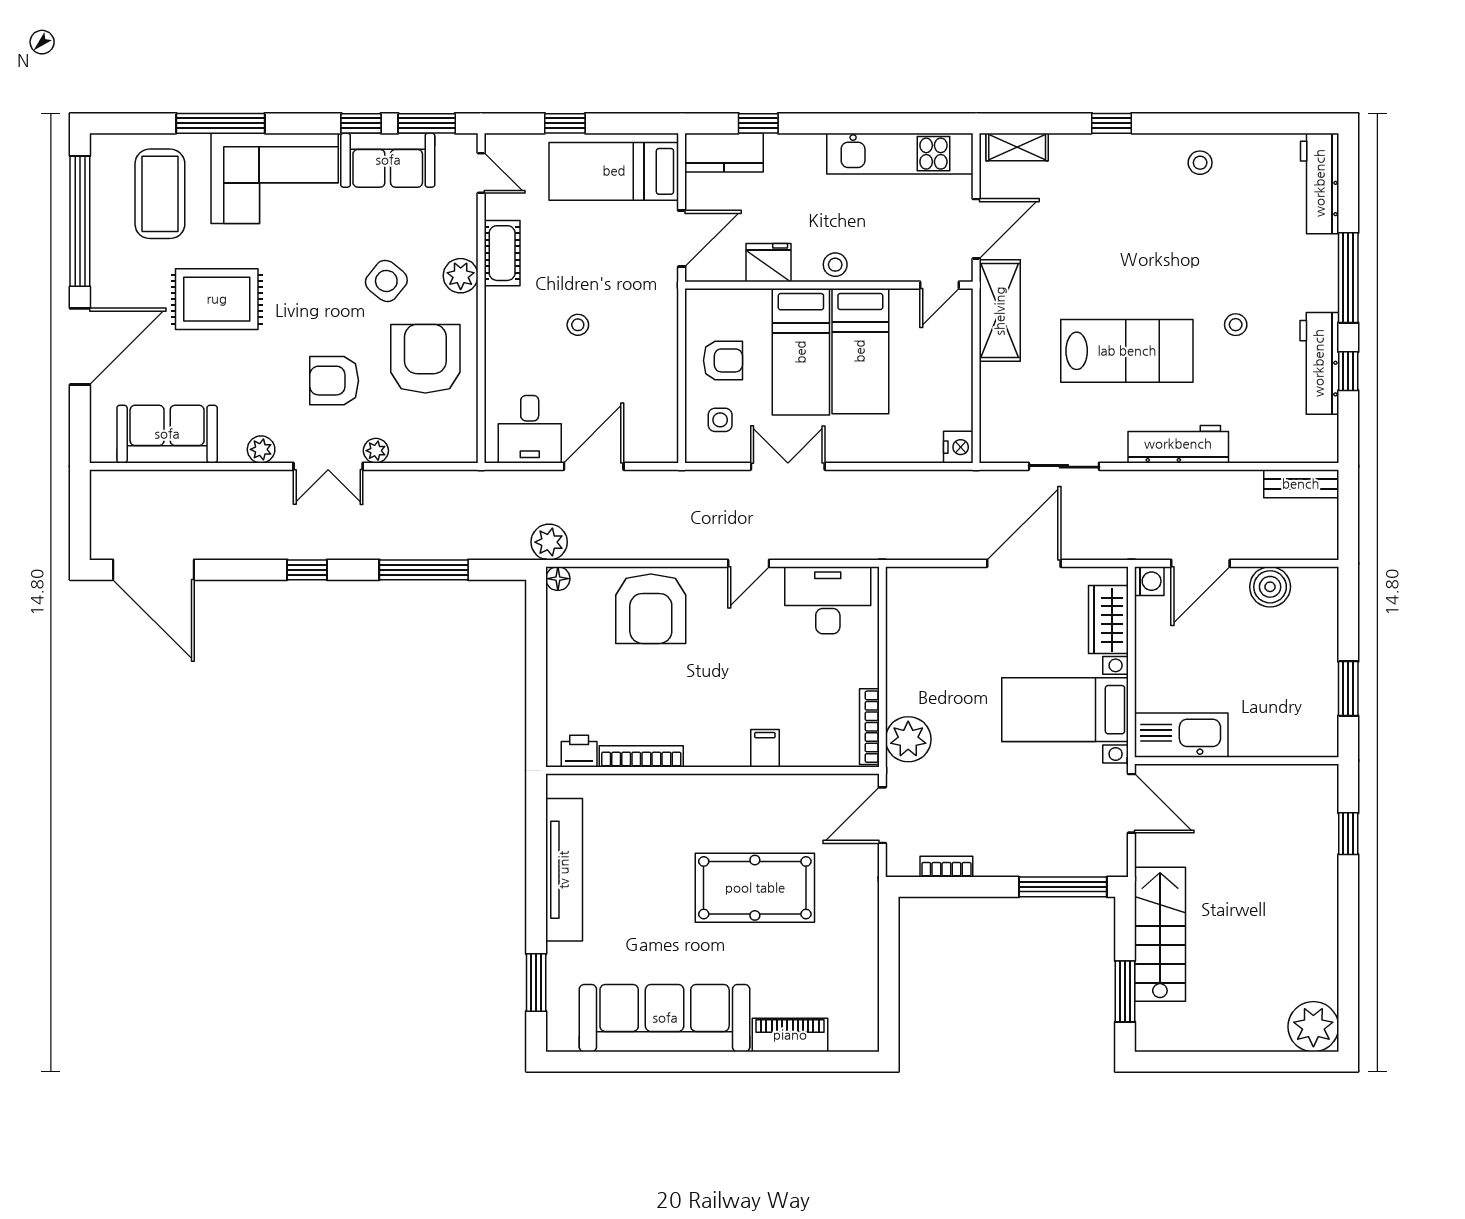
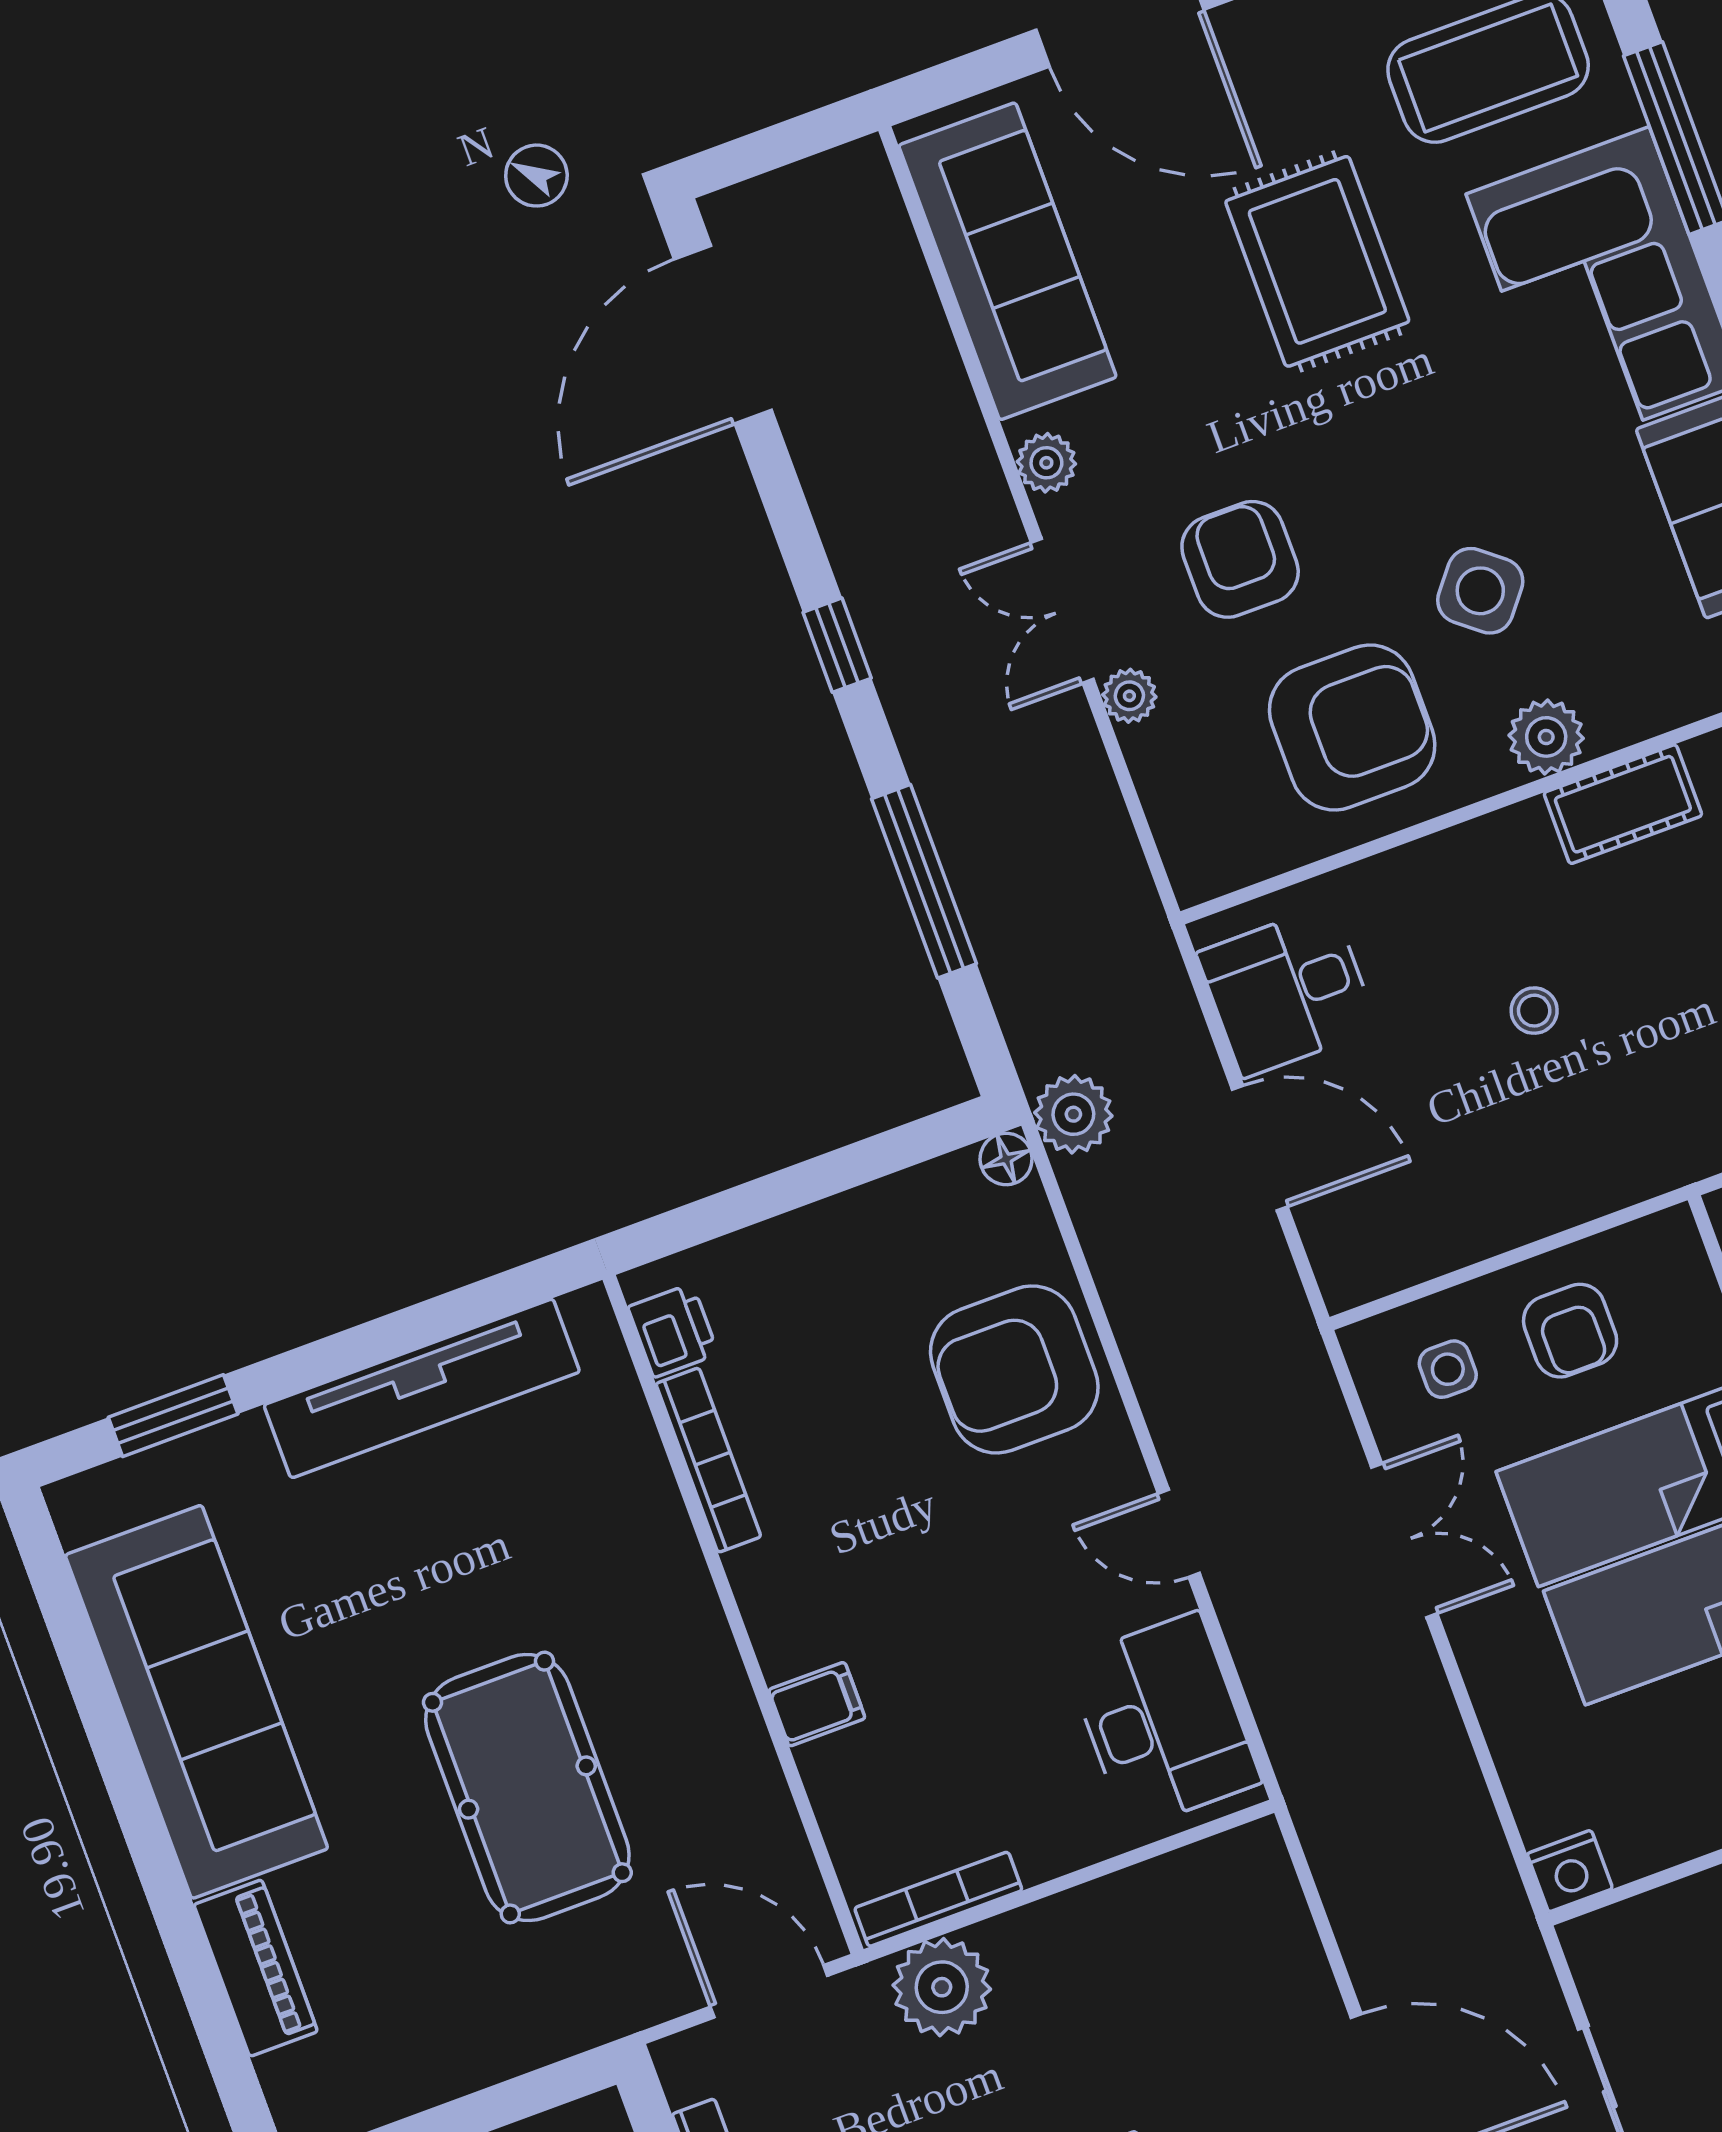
sofa: (167, 434) -> (1007, 261), width x1.36

